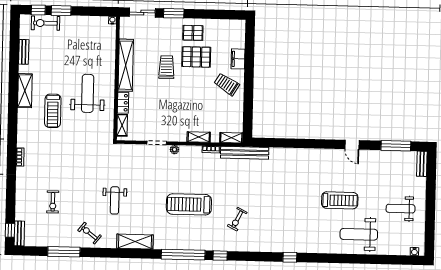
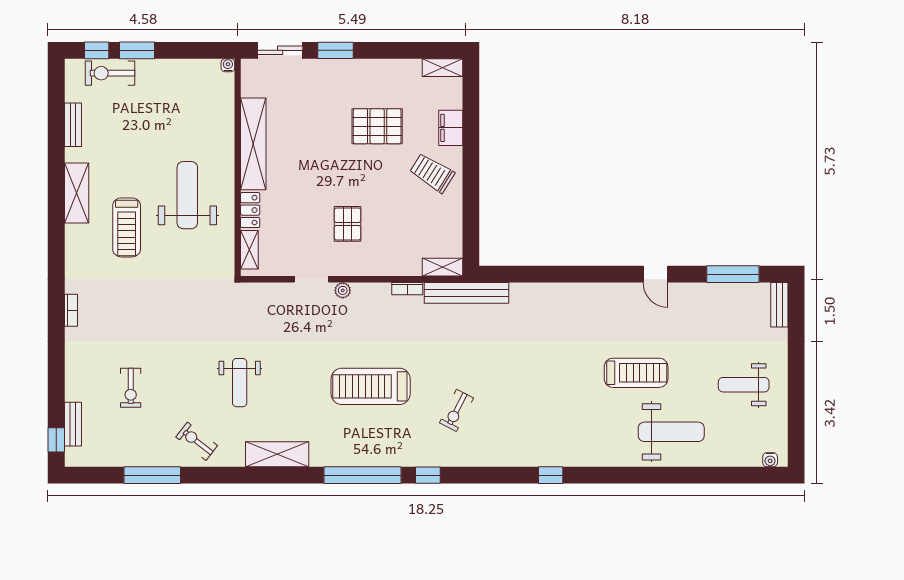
pallet: (193, 33) -> (348, 224), moved, turned 90
trolley: (166, 67) -> (325, 146), removed
shelving: (199, 137) -> (442, 68), moved
bench: (19, 233) -> (73, 424), moved
weight bench: (359, 234) -> (671, 432), turned 180

